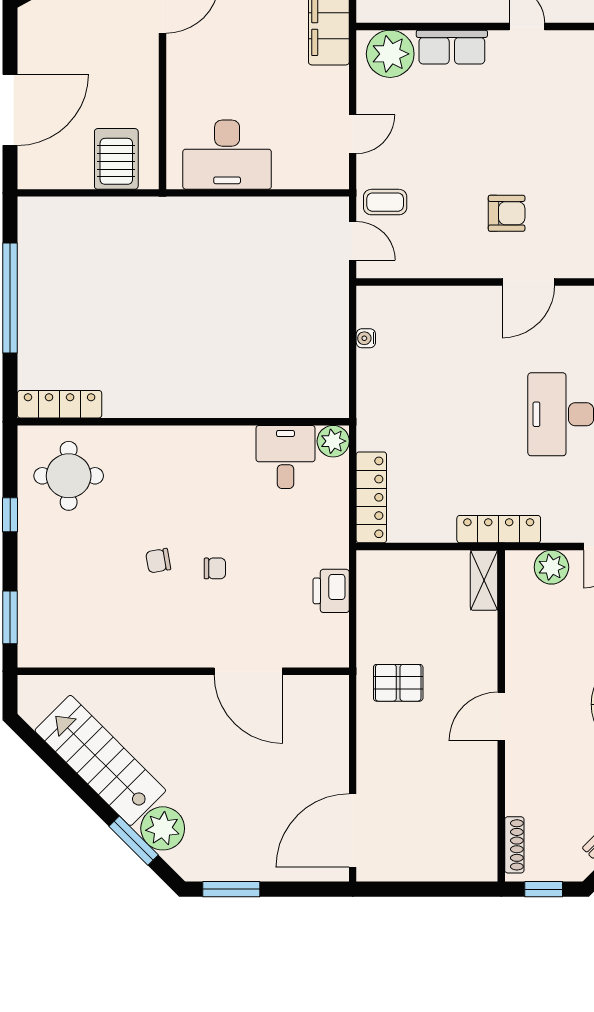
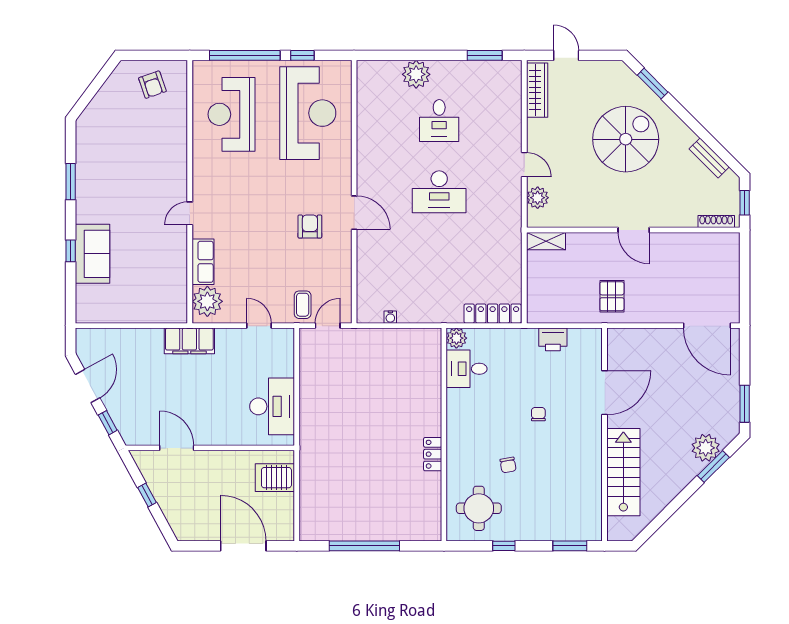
locker: (60, 404) -> (433, 454), moved, width x0.66
locker: (499, 529) -> (513, 232), removed
chair: (158, 561) -> (508, 465), moved
stairs: (100, 760) -> (623, 472), moved, turned 135

